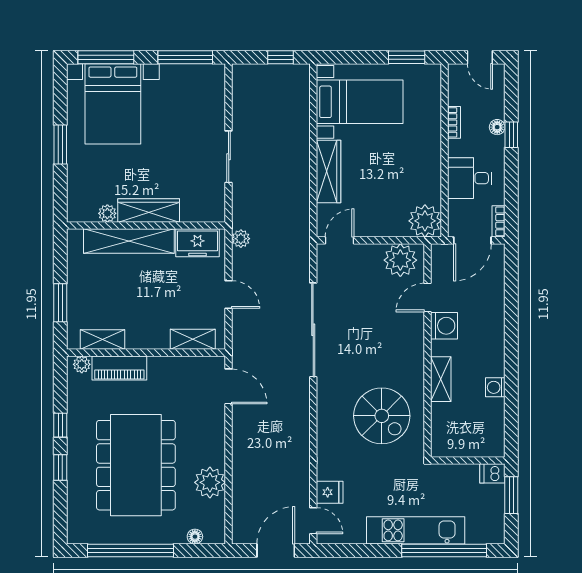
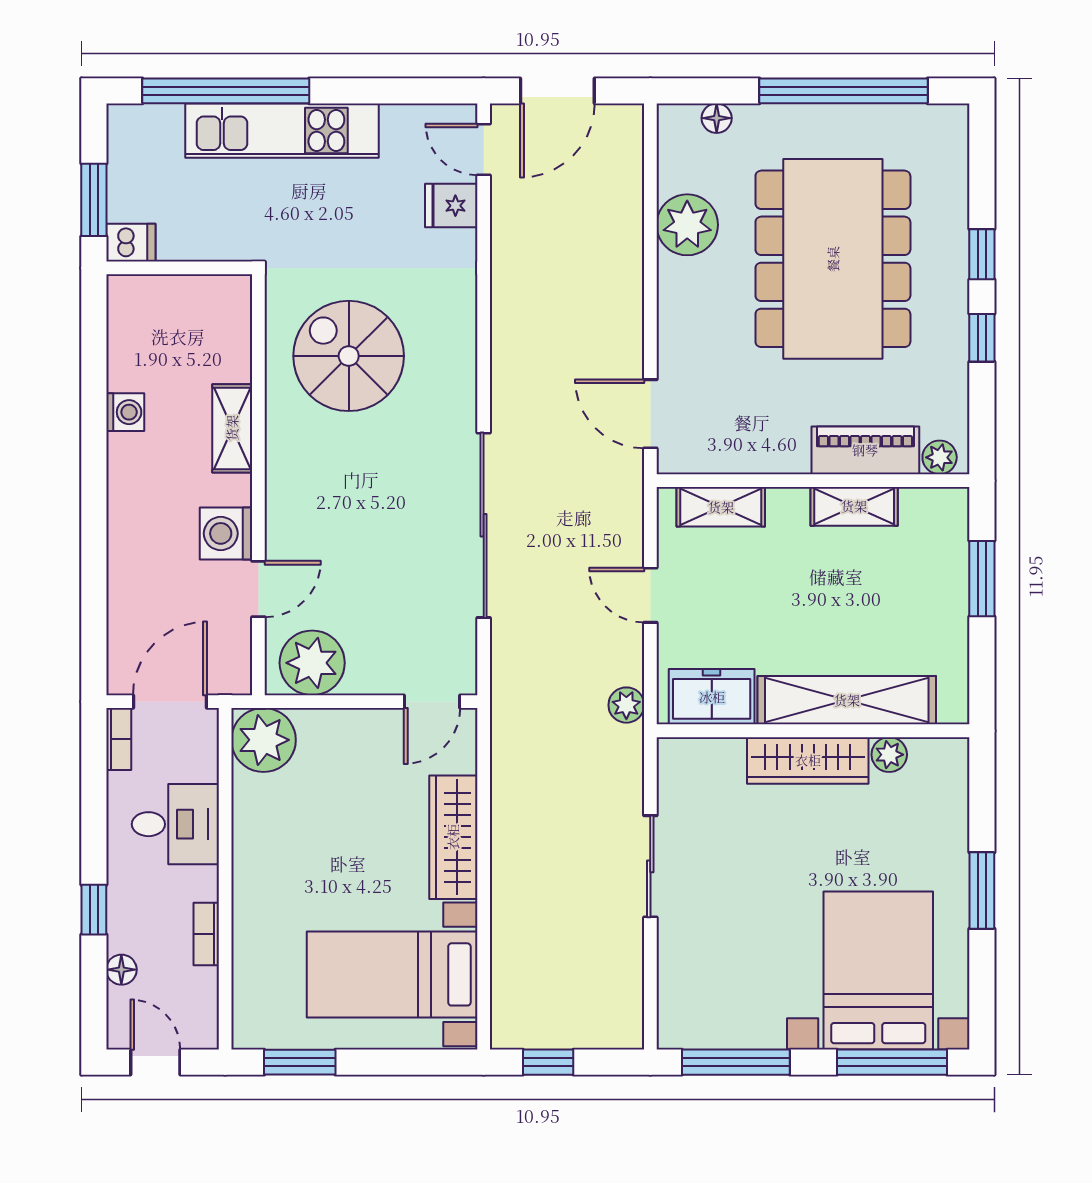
floor lamp: (497, 127) -> (121, 970), moved
shelving: (102, 339) -> (854, 506), moved

